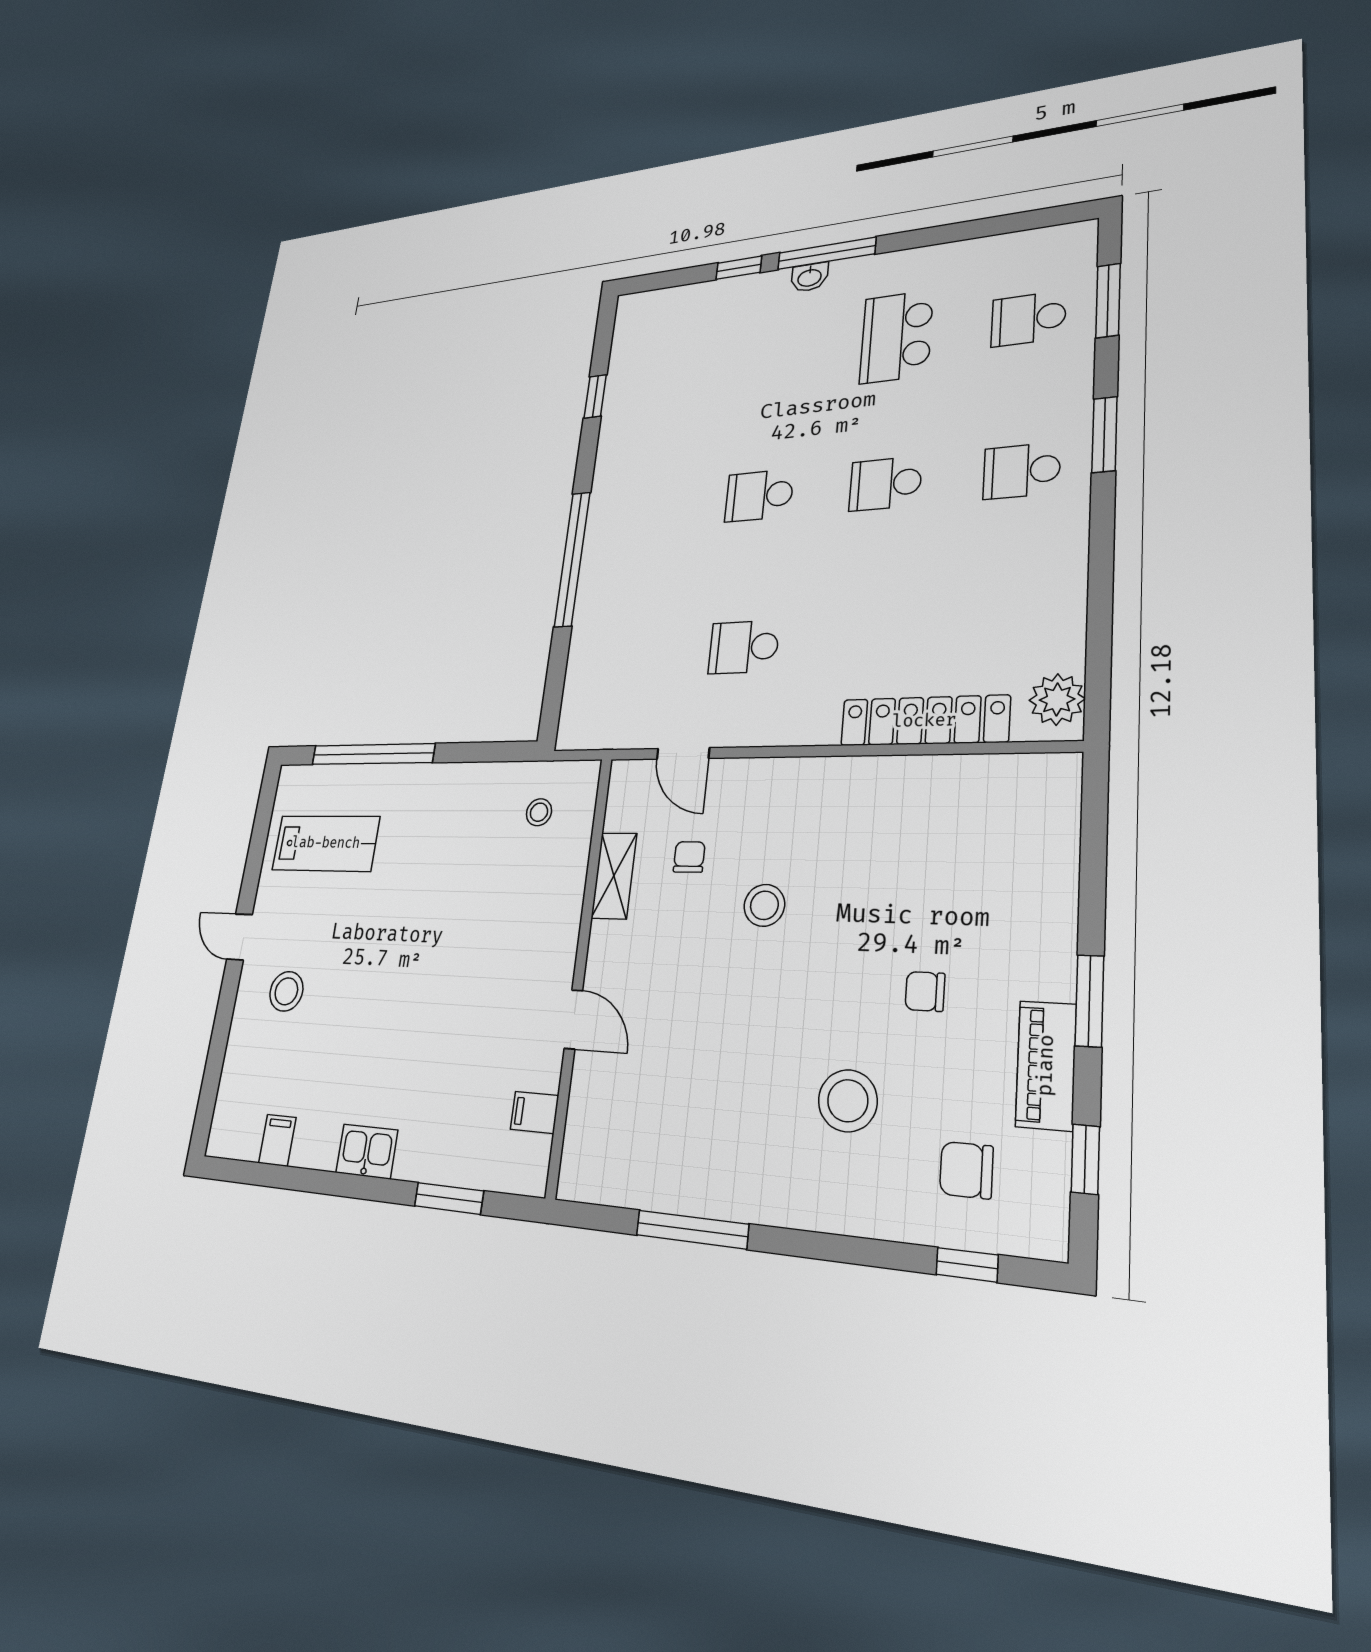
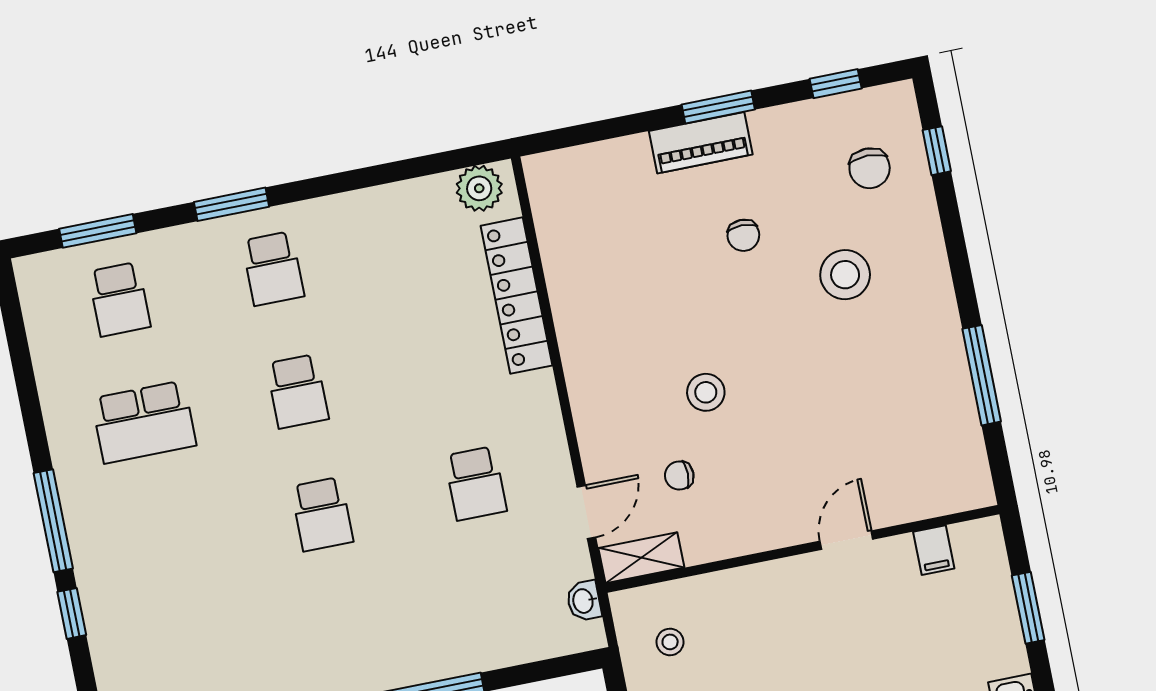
washbasin: (810, 277) -> (584, 601), moved, turned 180
shelving: (614, 876) -> (641, 558), moved
piano: (1046, 1065) -> (701, 143), moved

